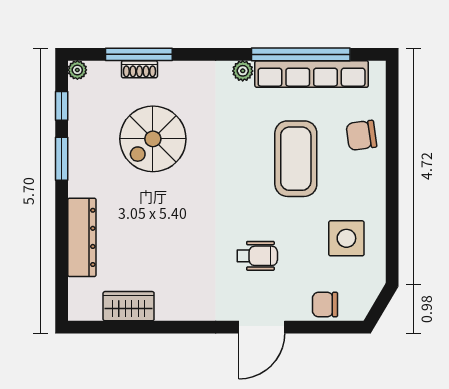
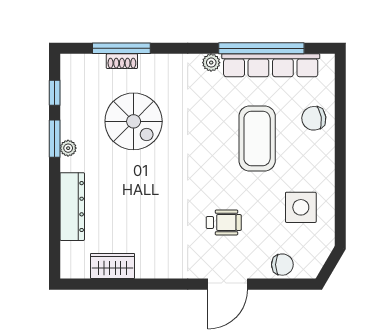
plant: (77, 70) -> (68, 148), moved
spiral stairs: (153, 139) -> (134, 121), turned -90
chair: (325, 304) -> (282, 265), turned 180

